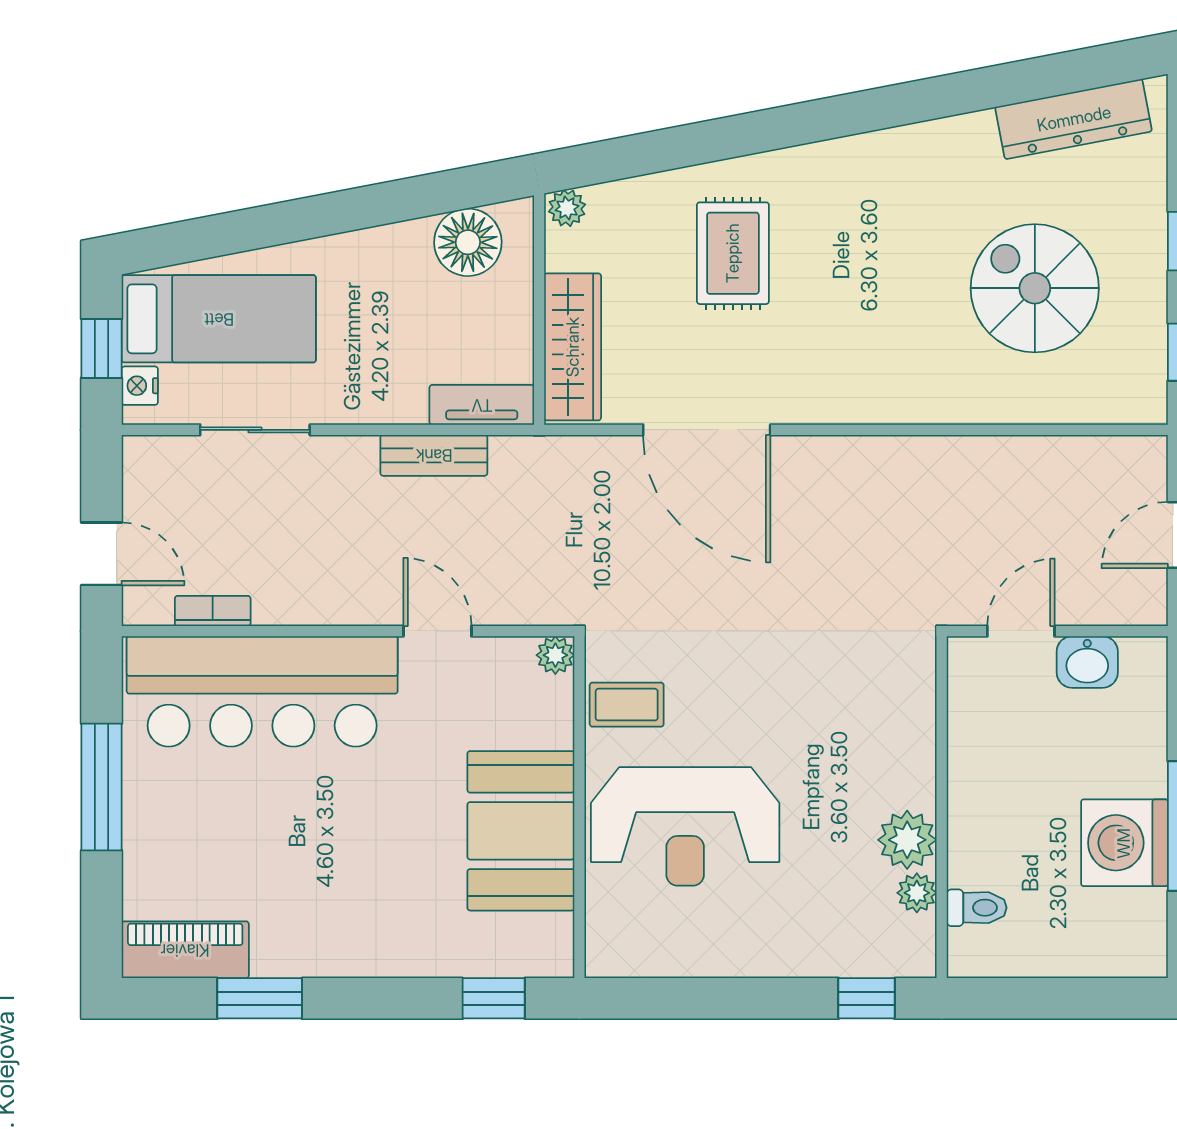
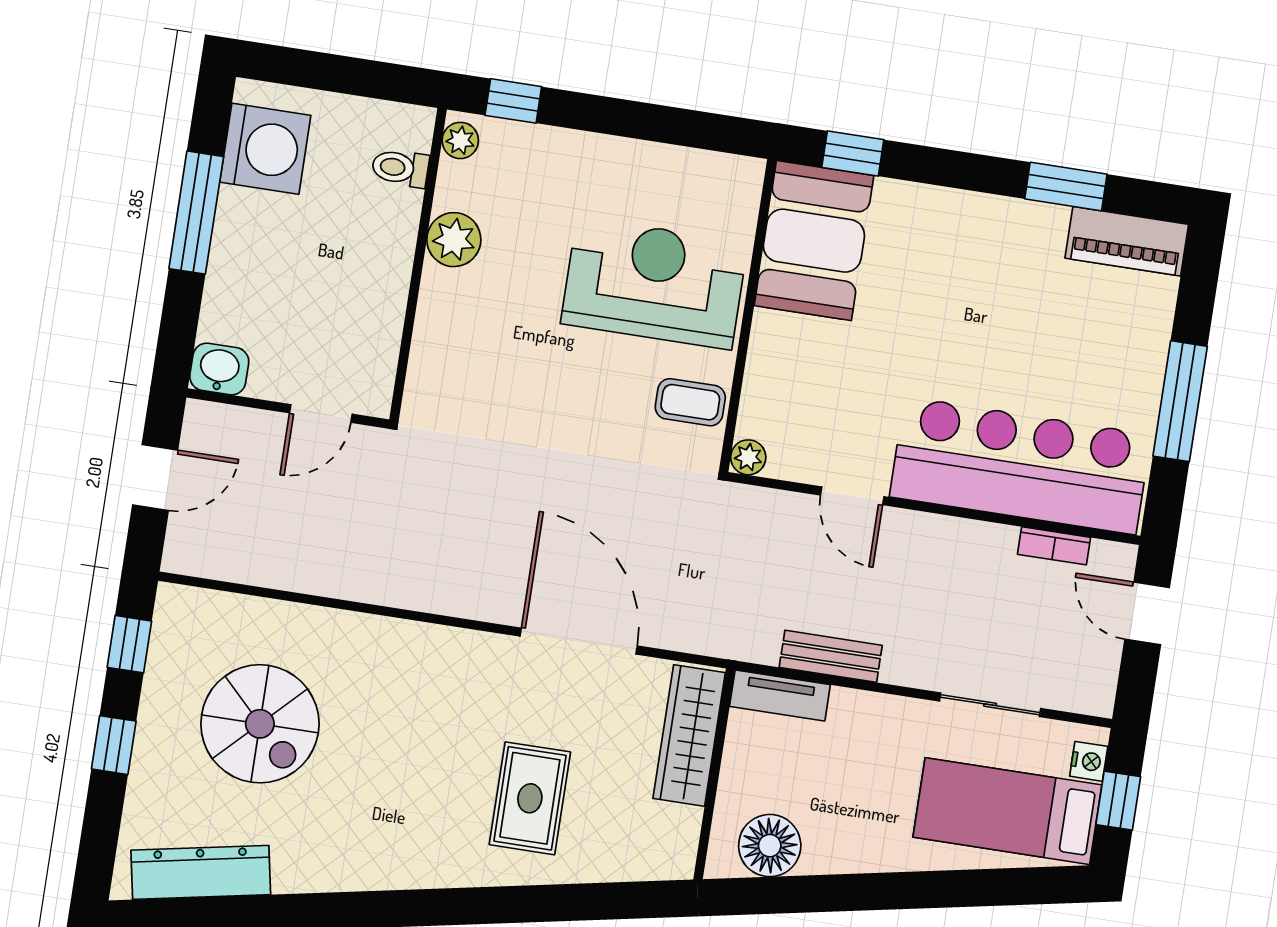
plant: (567, 208) -> (675, 863), removed
washbasin: (1087, 662) -> (219, 369), moved
booth: (521, 831) -> (814, 241), moved
washing machine: (1124, 843) -> (265, 149), moved
plant: (917, 893) -> (460, 140), moved

